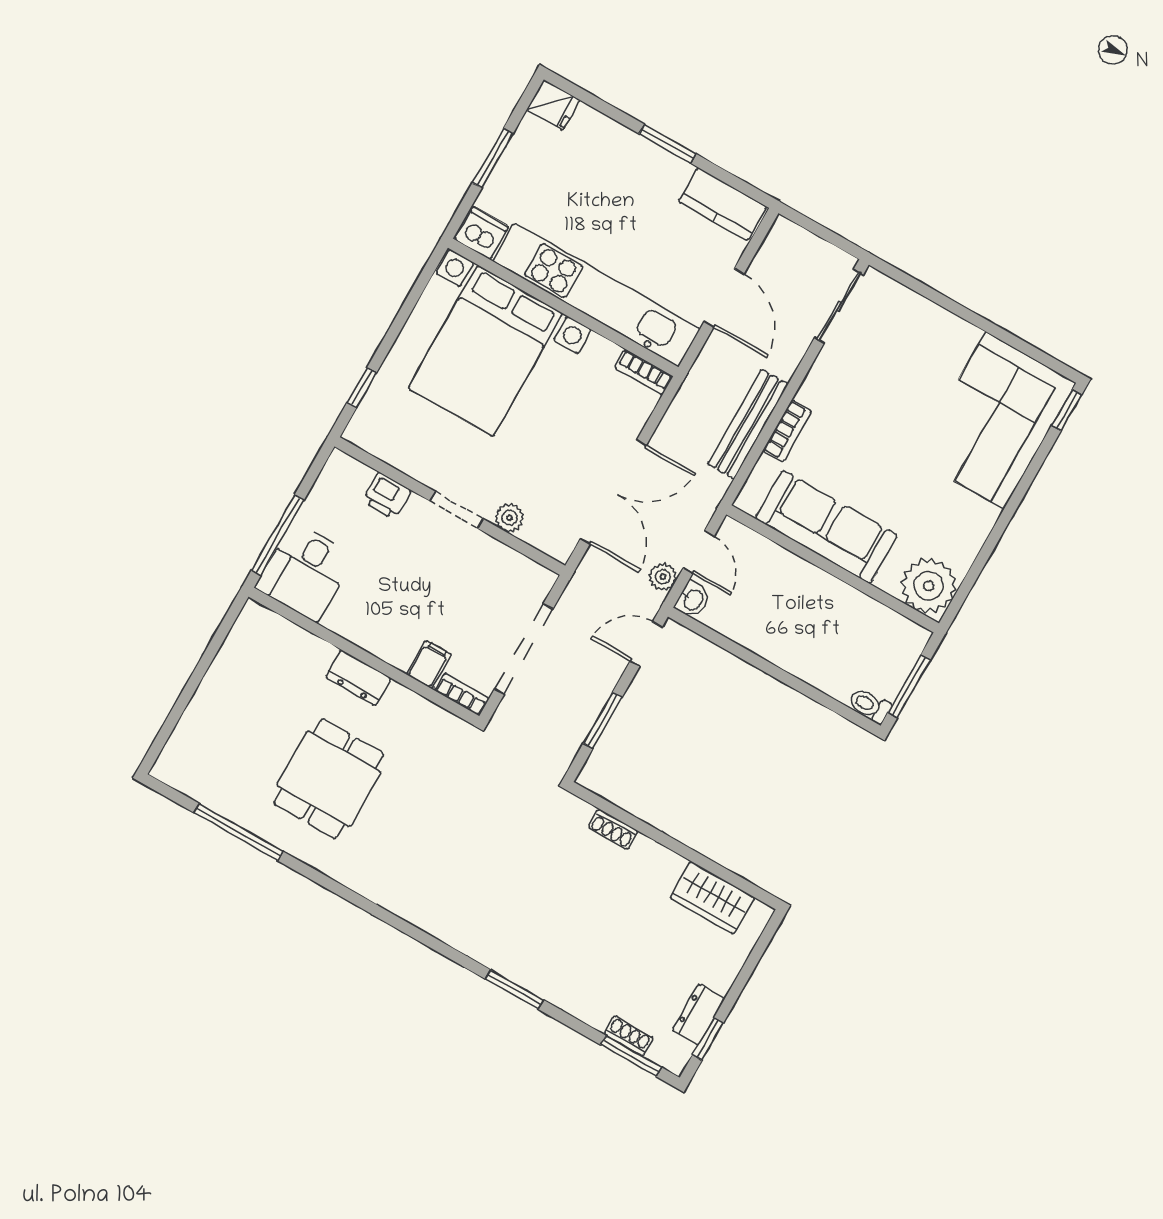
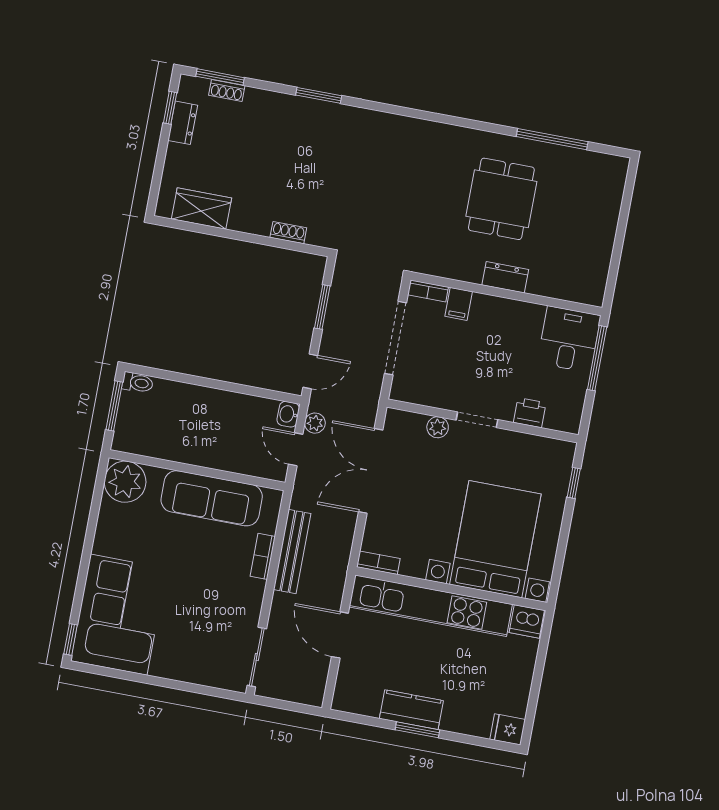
window: (493, 158) -> (537, 677), removed
kitchen counter: (723, 204) -> (411, 710), moved

